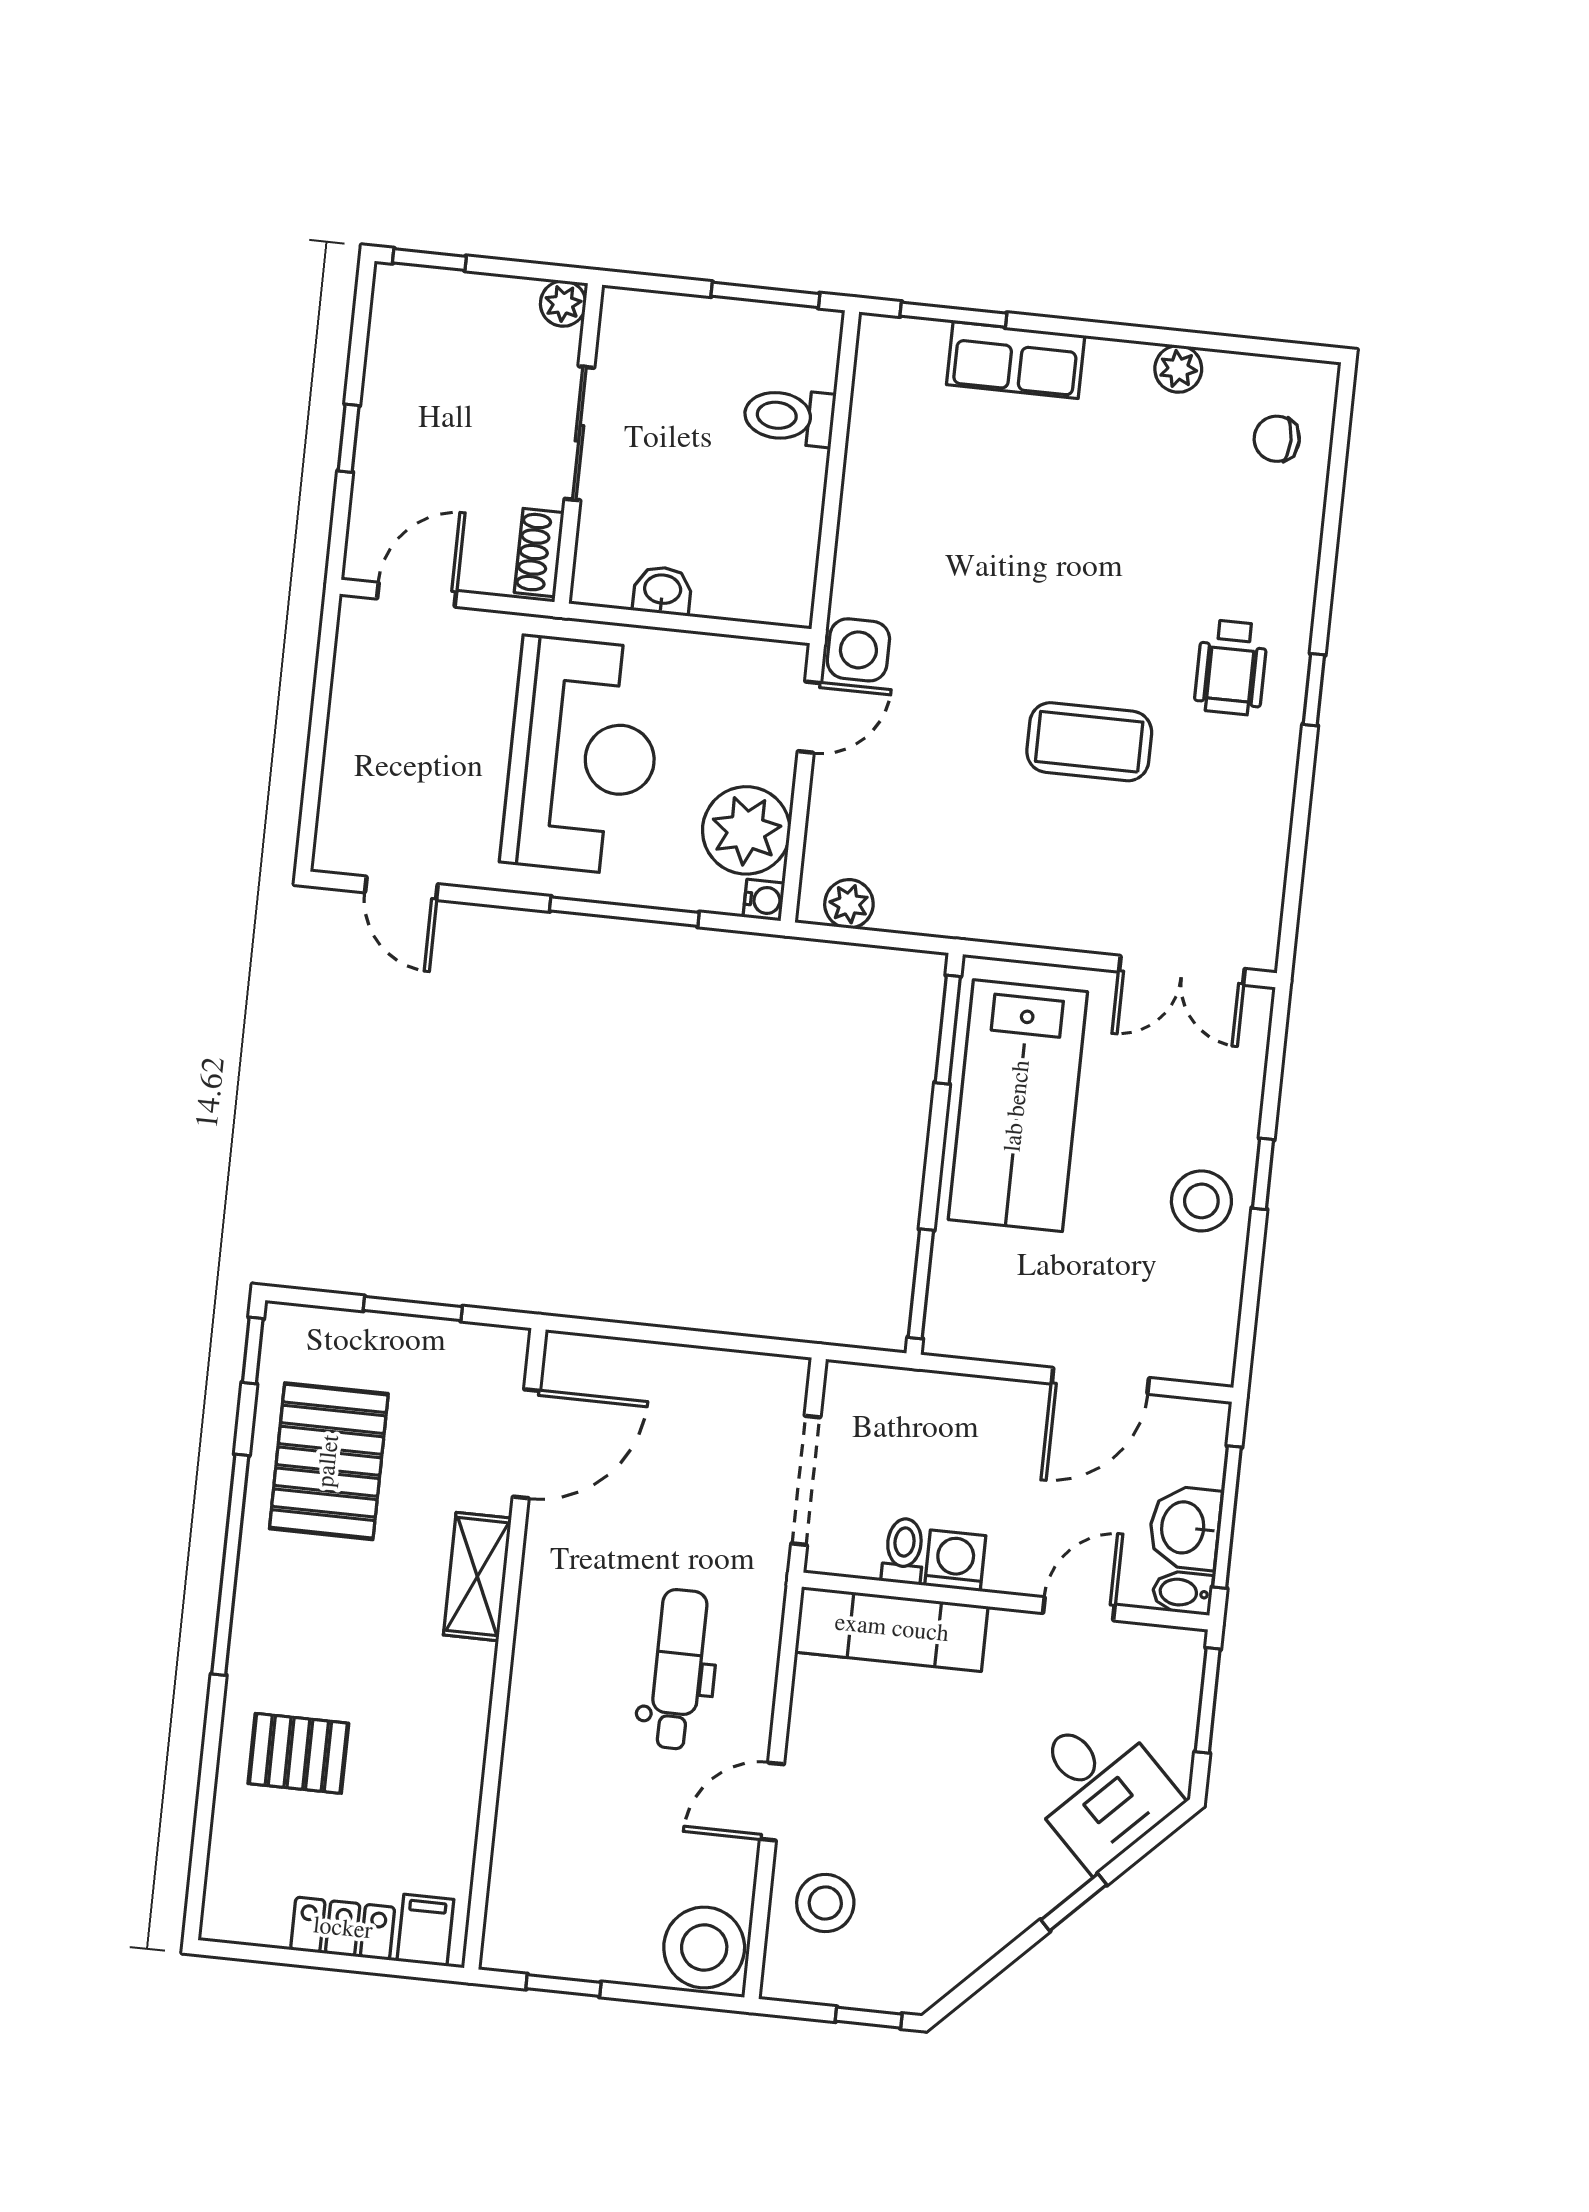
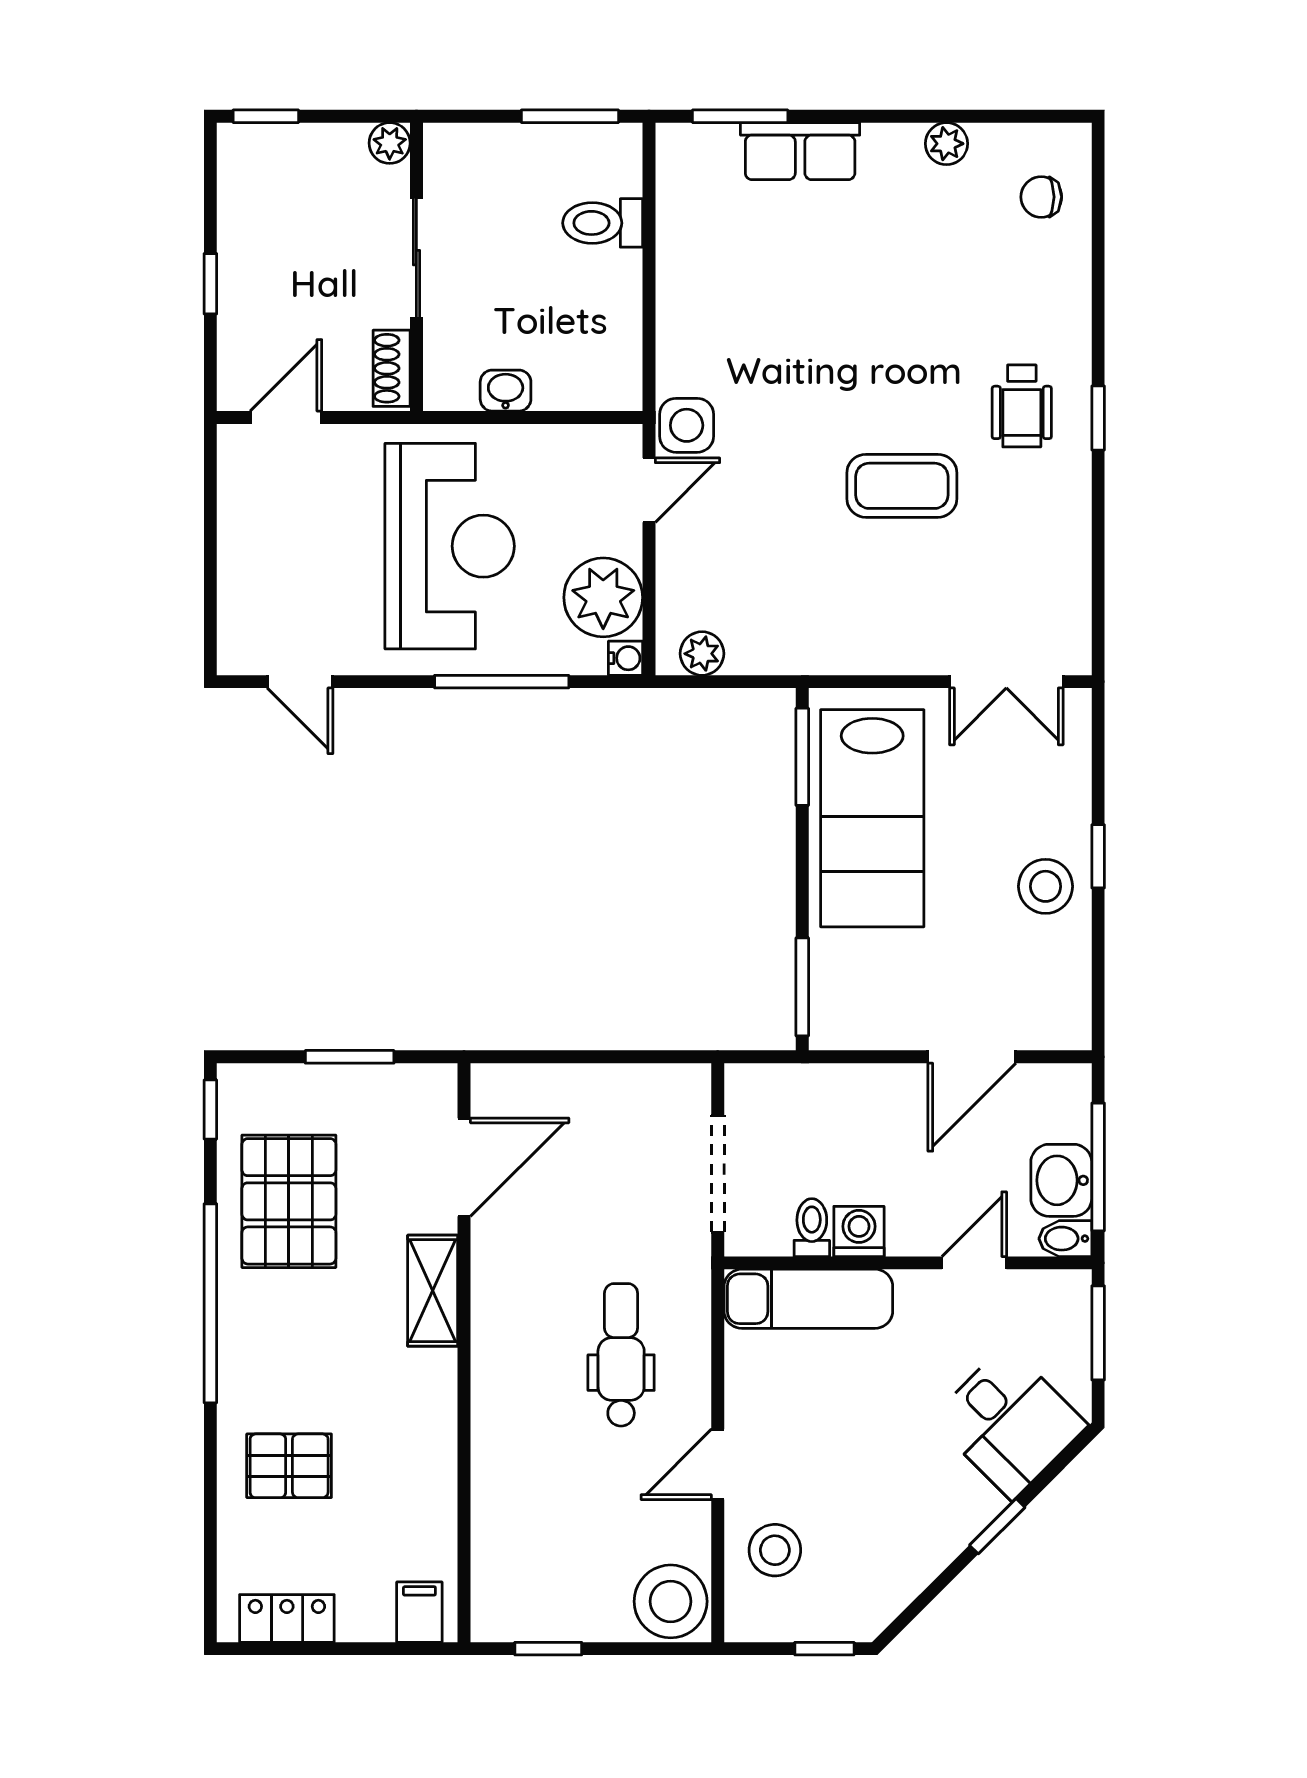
locker: (343, 1929) -> (287, 1618), moved

